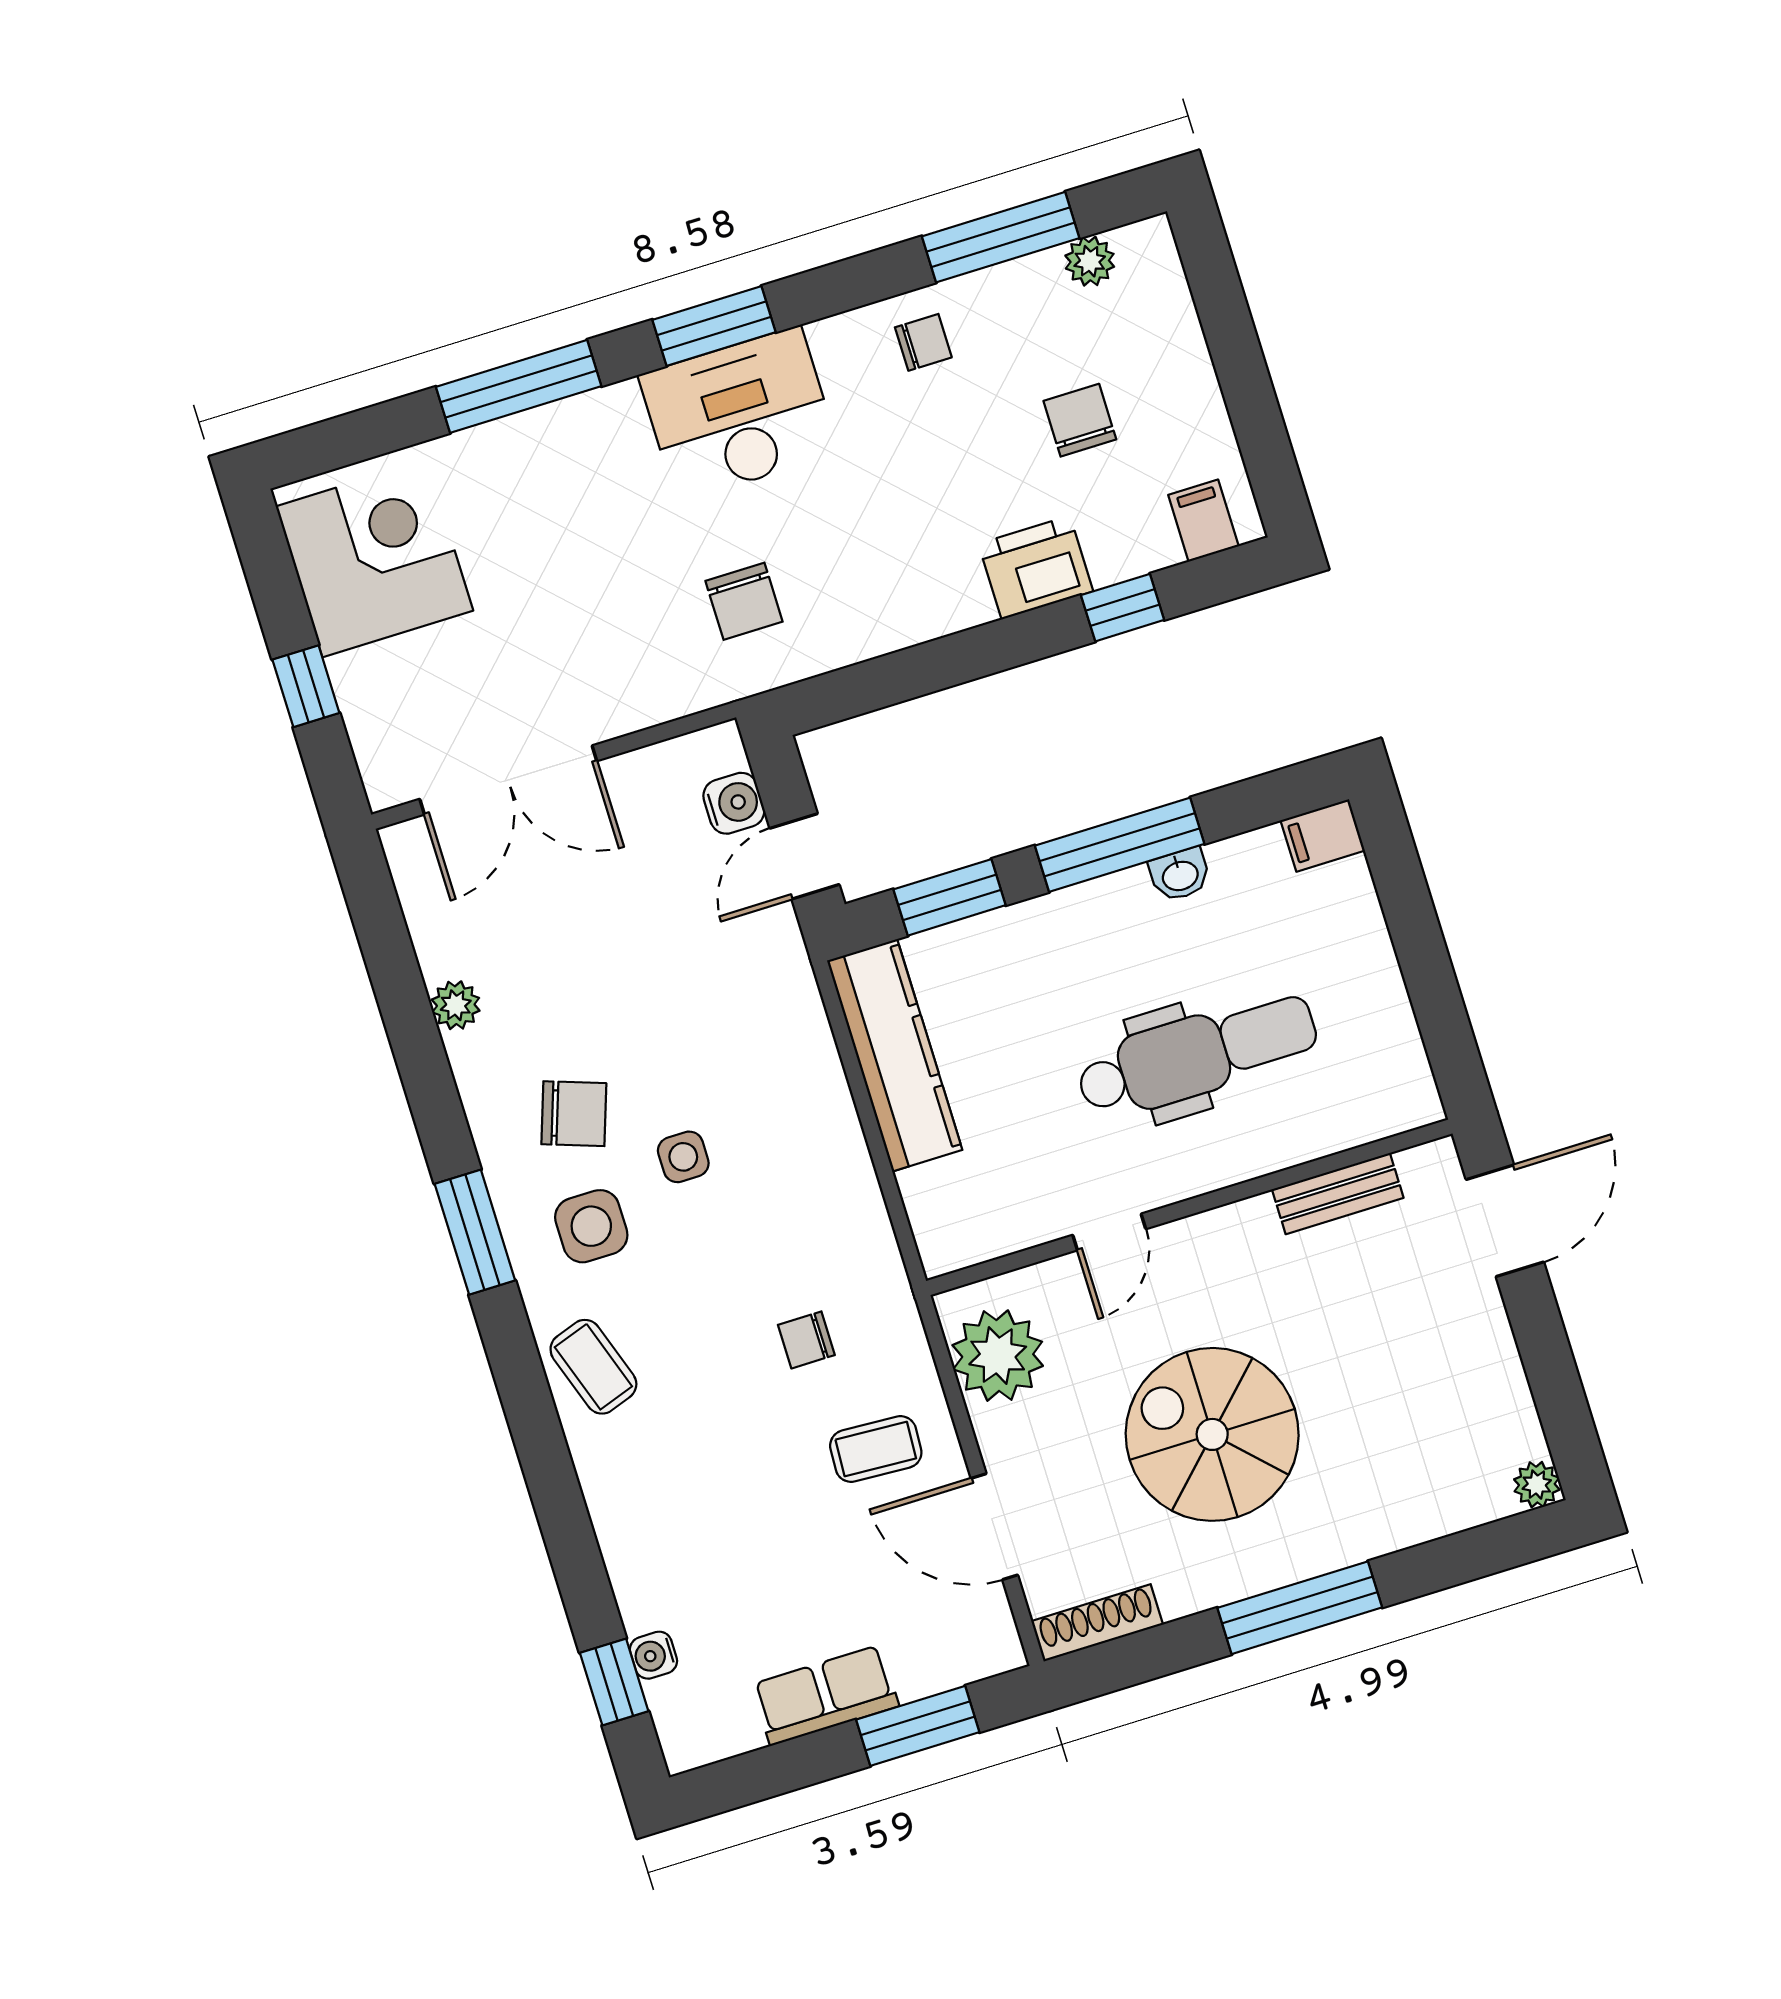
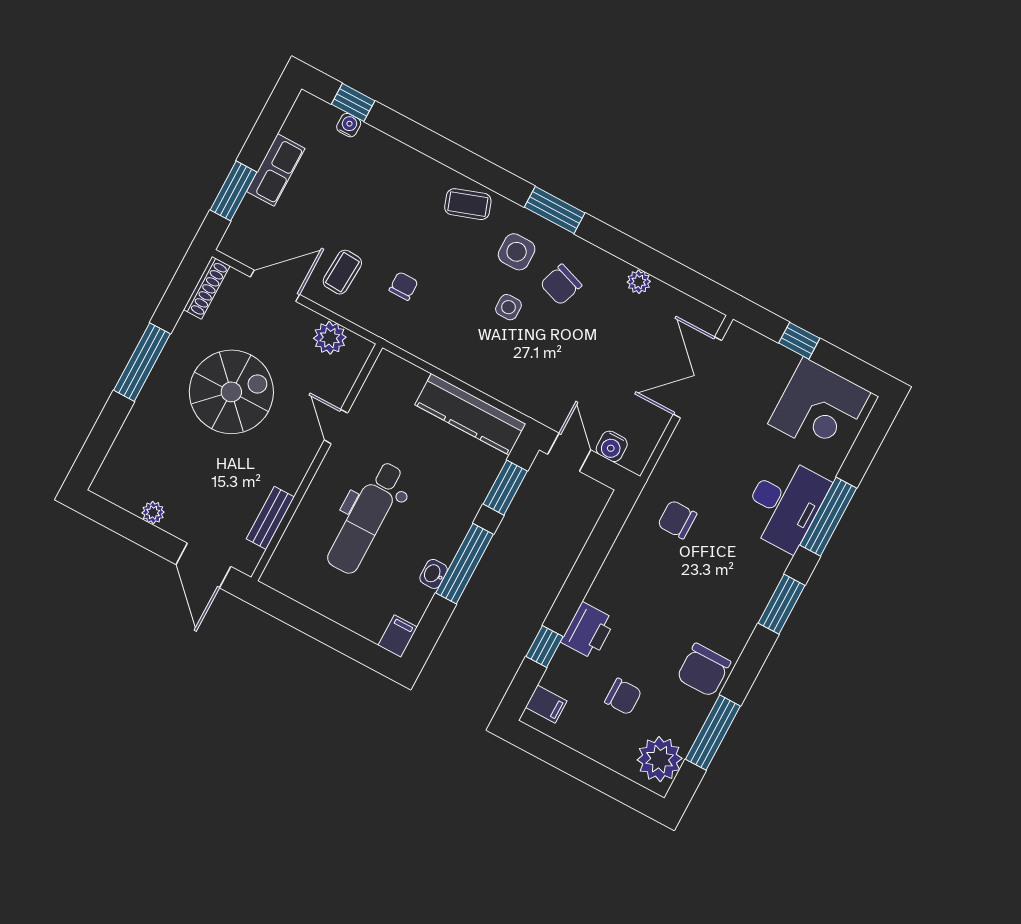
plant: (1090, 261) -> (660, 759), width x1.88, depth x1.88
chair: (923, 342) -> (704, 670), width x1.87, depth x1.87
desk: (739, 414) -> (785, 504), moved
plant: (998, 1356) -> (330, 338), width x0.73, depth x0.73
plant: (1537, 1485) -> (153, 513), moved

